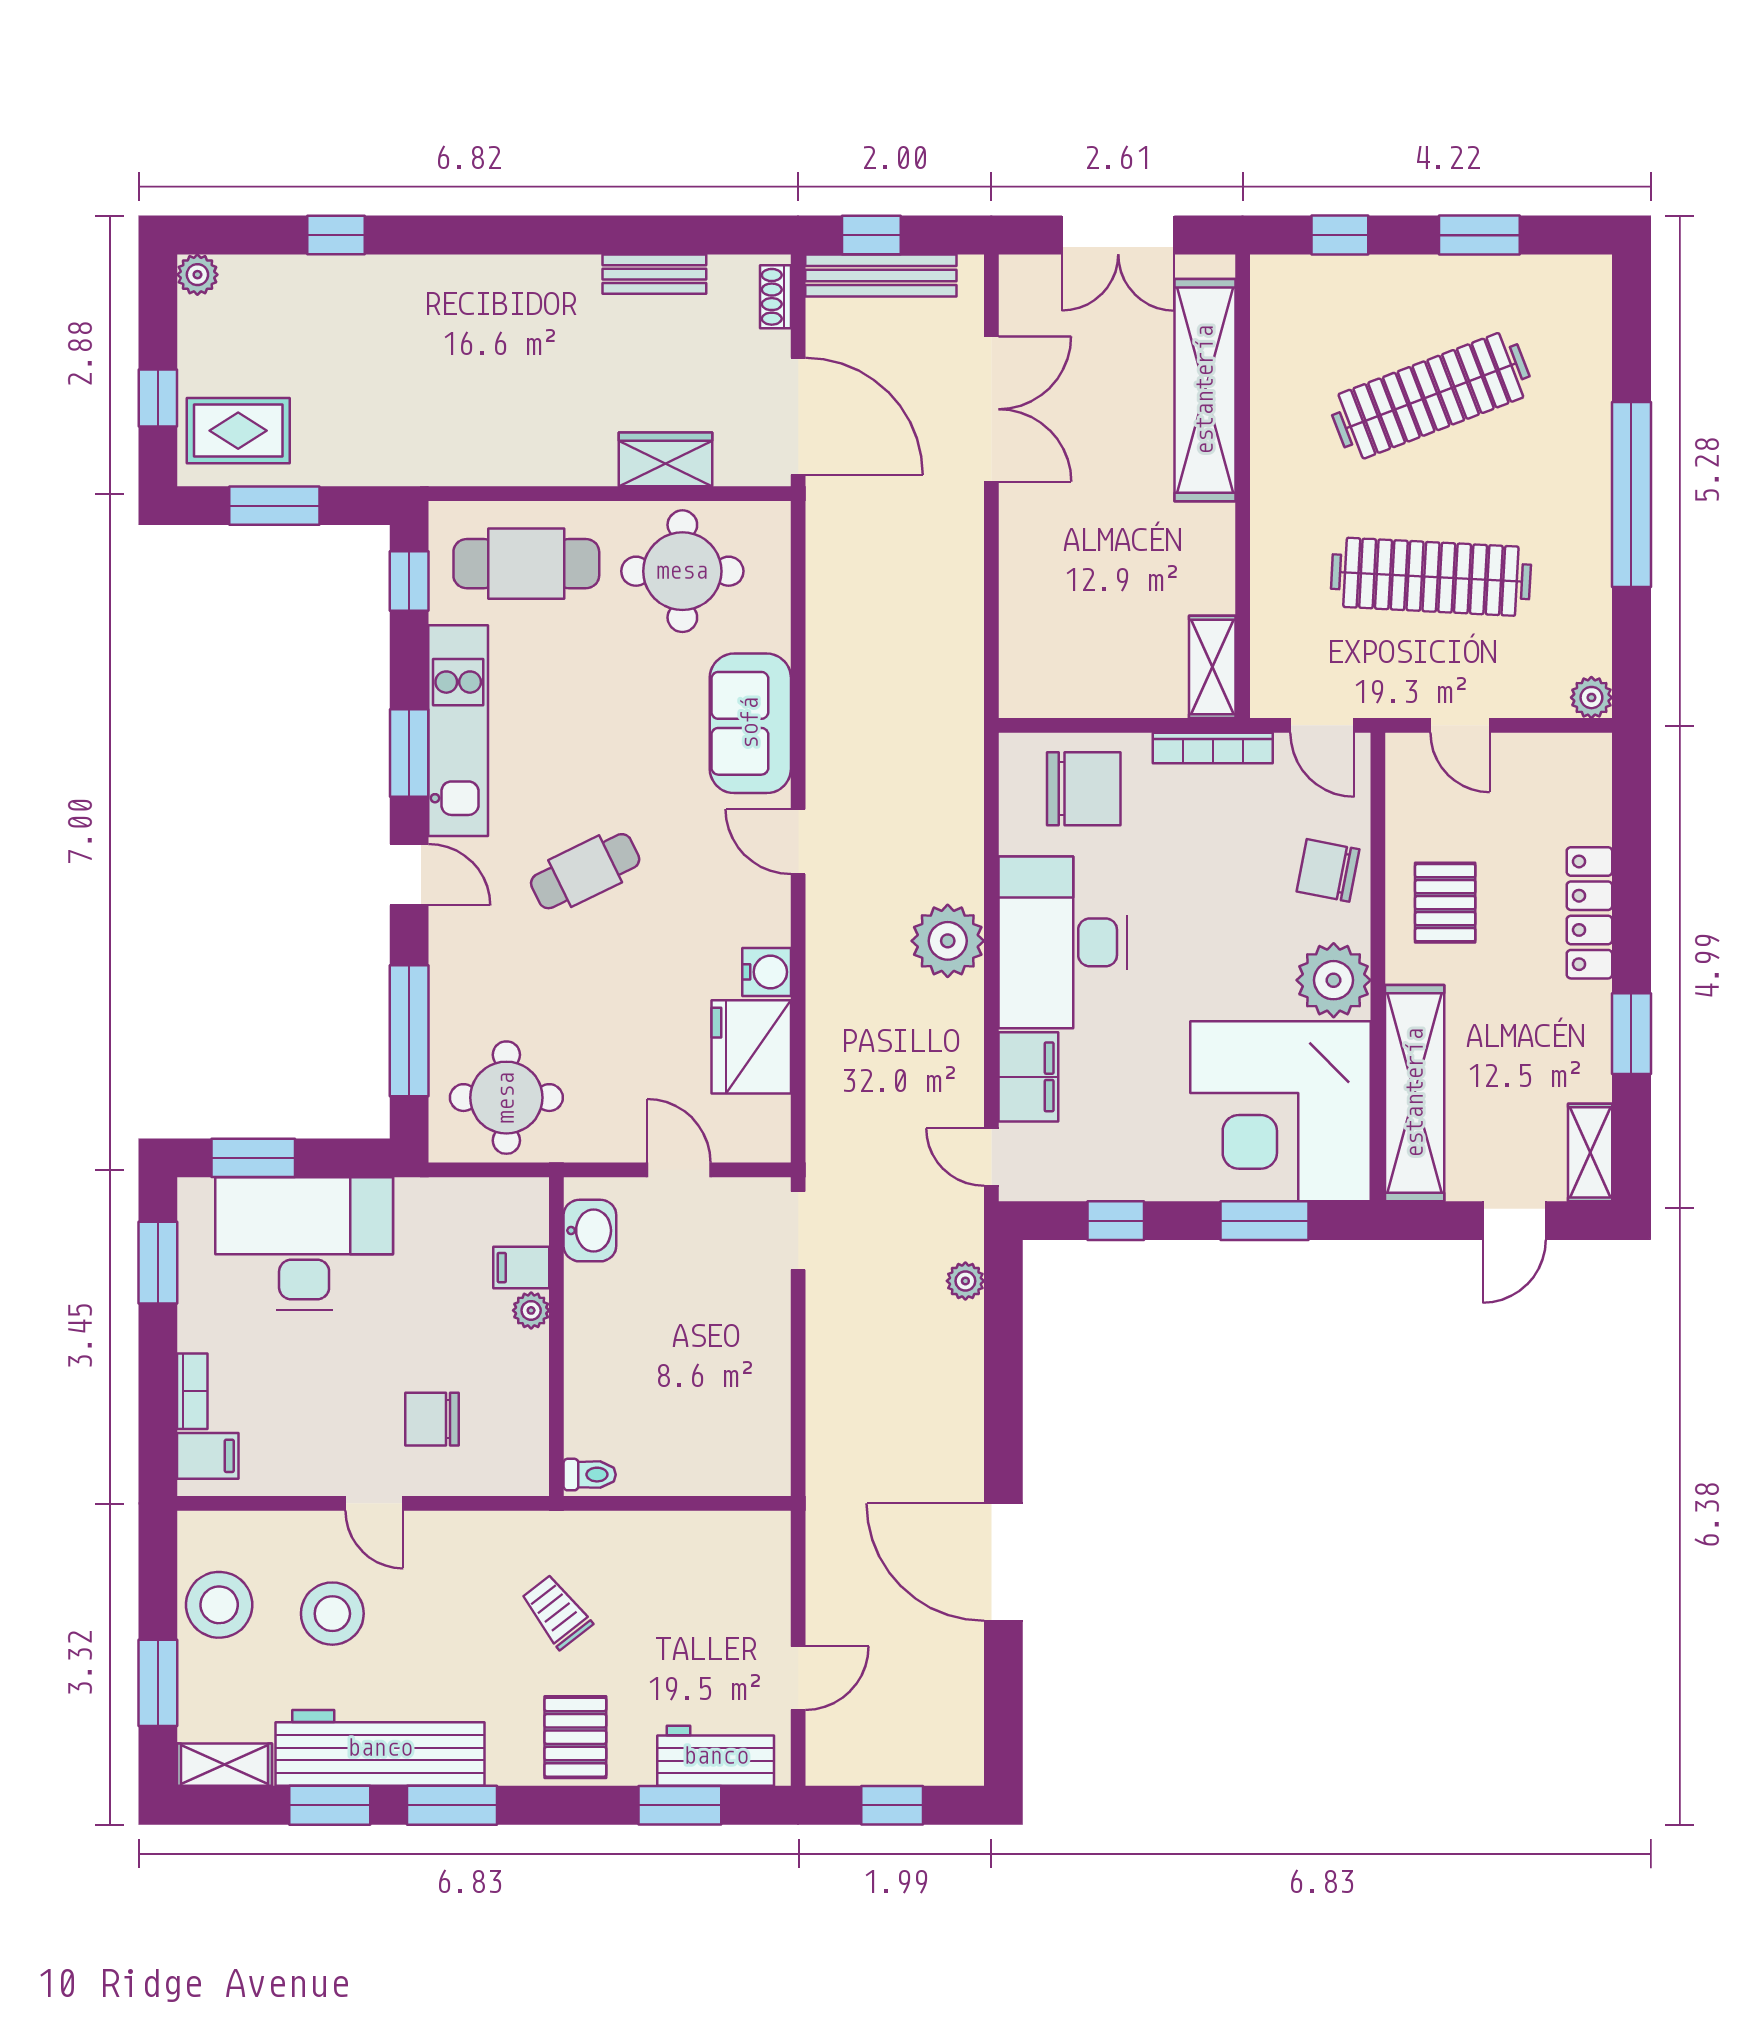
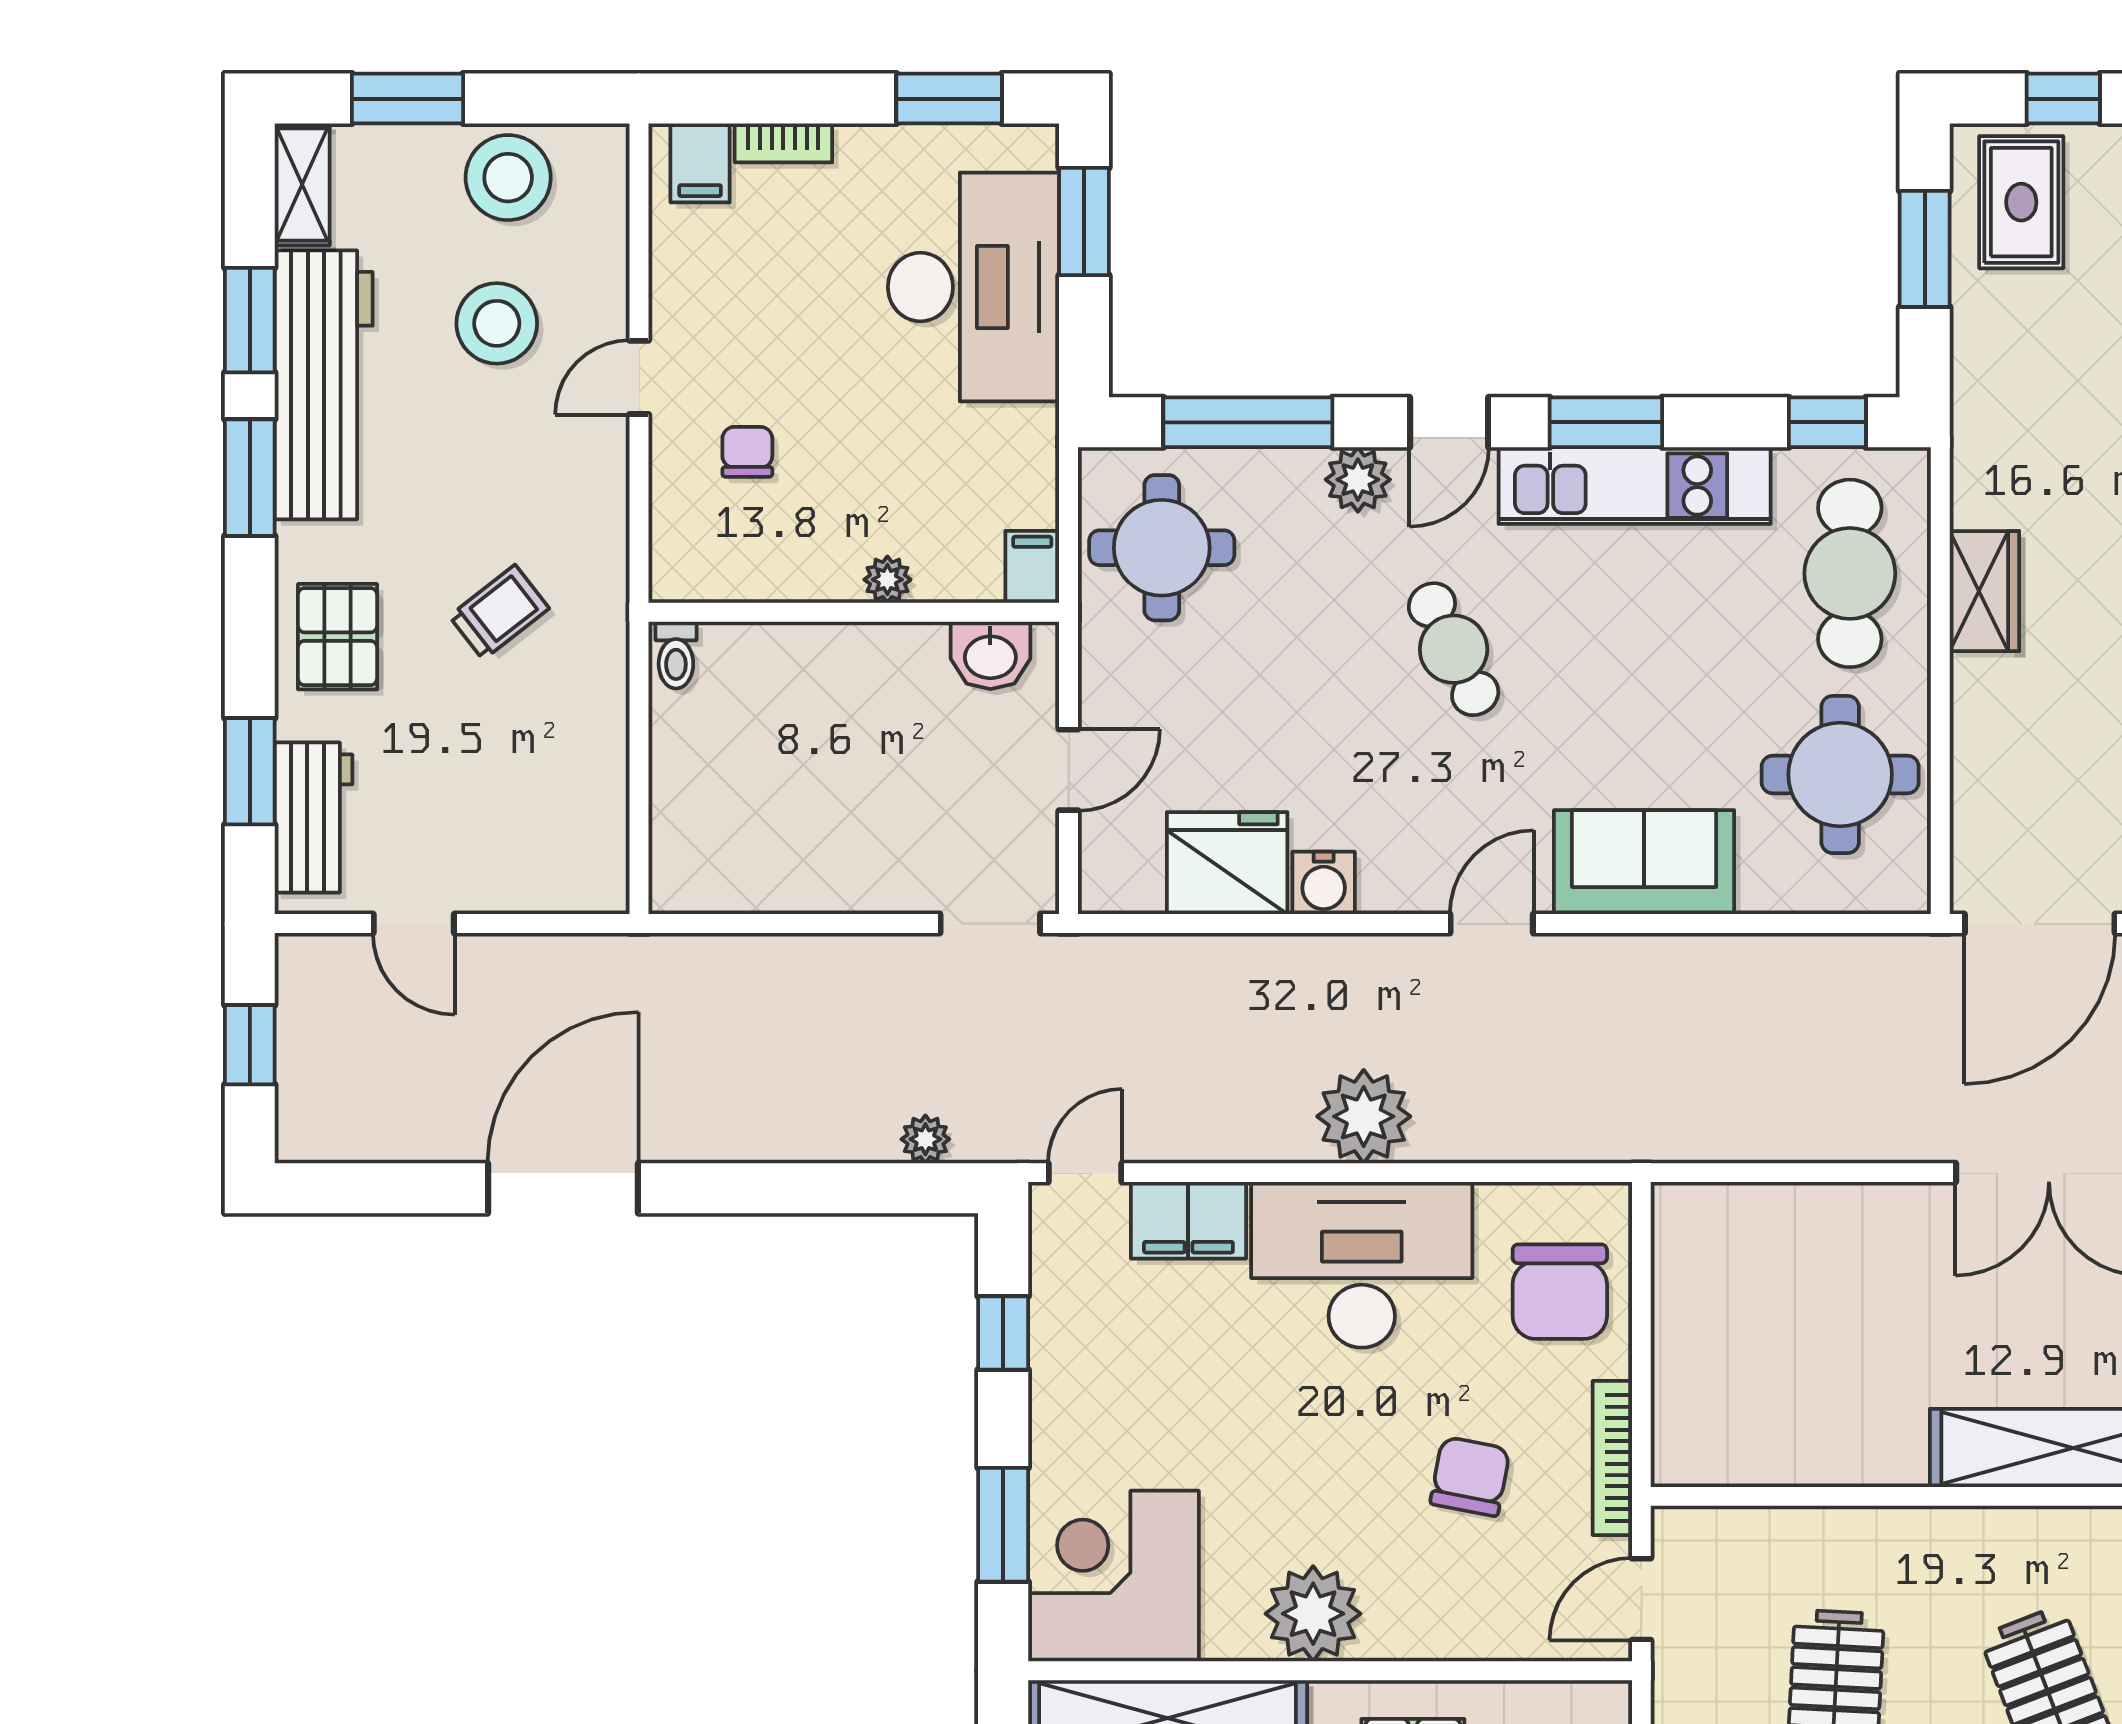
wardrobe: (665, 459) -> (1984, 591), moved
shelving: (1212, 667) -> (1717, 1457), removed
chair: (1328, 870) -> (1470, 1476), moved
plant: (454, 945) -> (1358, 480), added
corner desk: (1280, 1111) -> (1113, 1576), width x0.74, depth x0.74
filing cabinet: (521, 1268) -> (1032, 567), moved
chair: (432, 1419) -> (747, 452), width x0.73, depth x0.73
pallet: (575, 1737) -> (338, 637), turned 90

